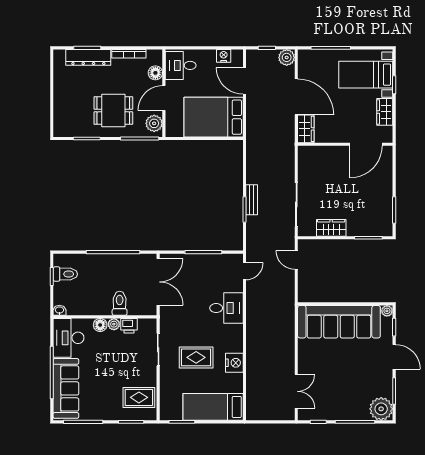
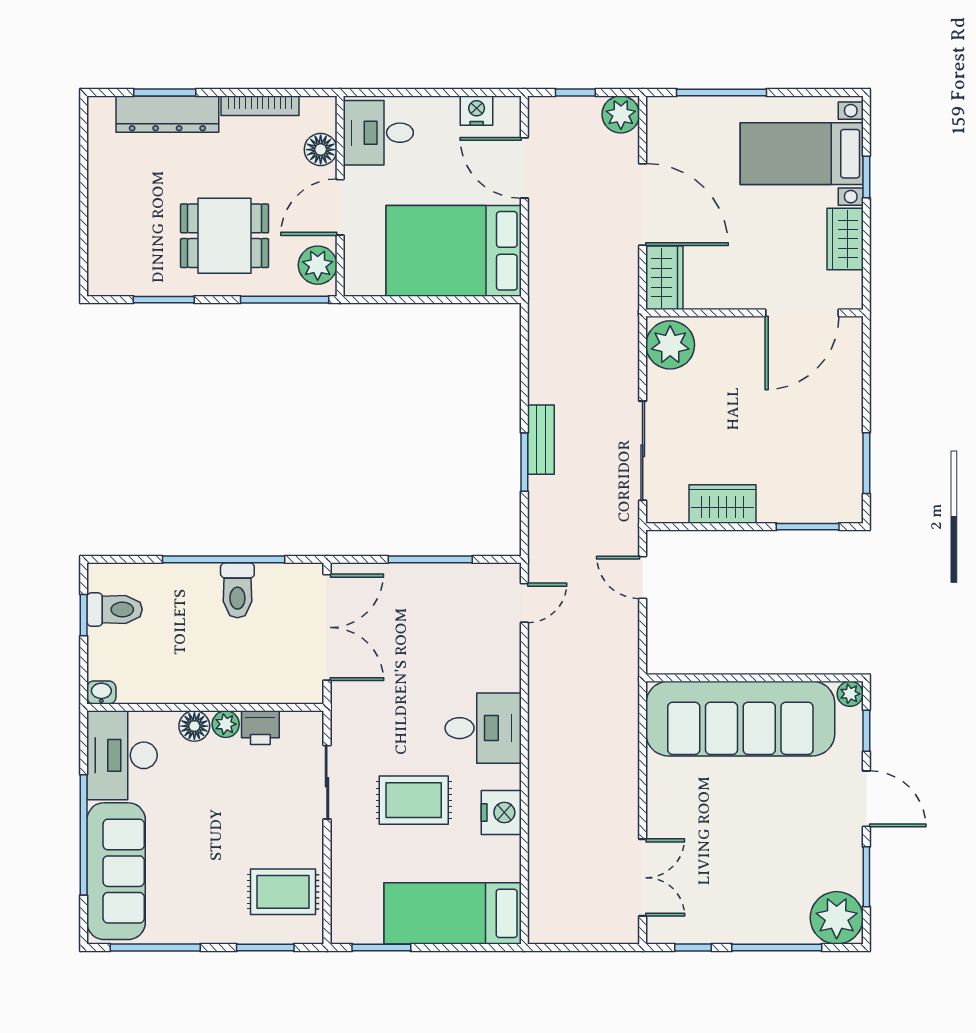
plant: (308, 158) -> (670, 345), added
toilet: (120, 303) -> (237, 590), moved, turned 180
desk: (226, 308) -> (483, 728), moved

